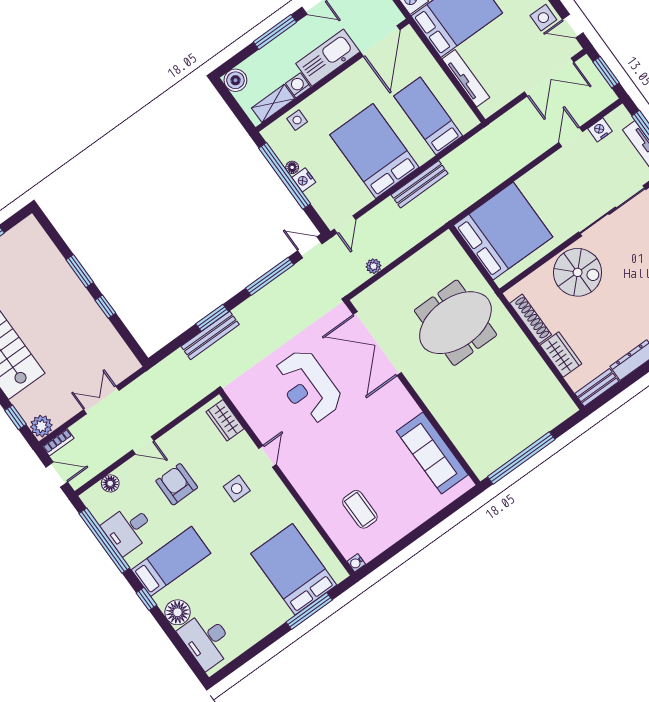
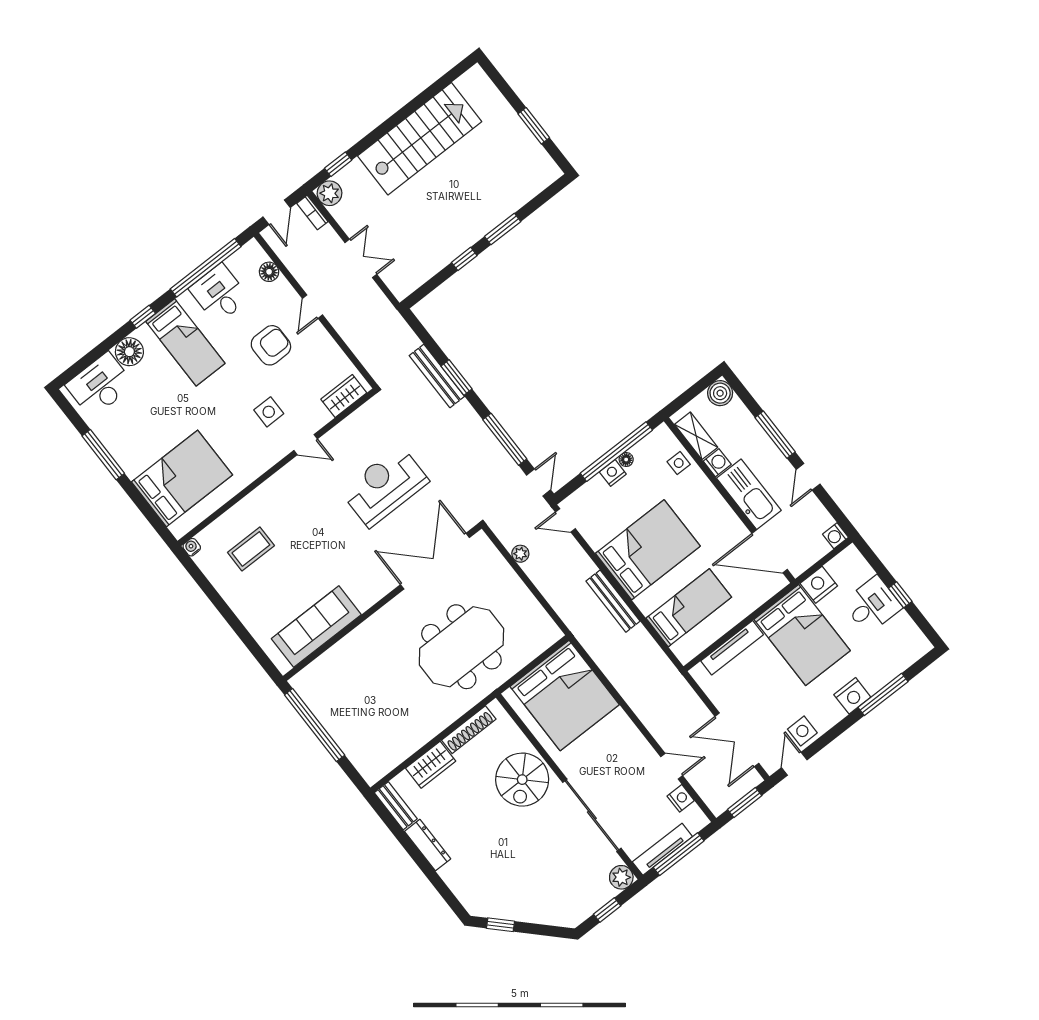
meeting table: (455, 323) -> (461, 647), turned 90
window: (309, 611) -> (103, 455), moved

